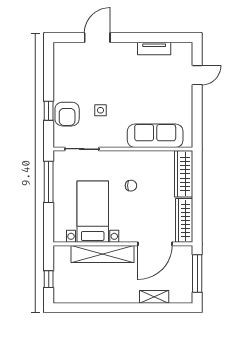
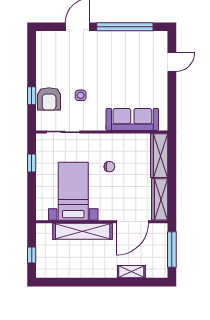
window: (147, 38) -> (125, 27), added
tv unit: (154, 48) -> (131, 37), removed
window: (49, 182) -> (32, 163), width x0.46

